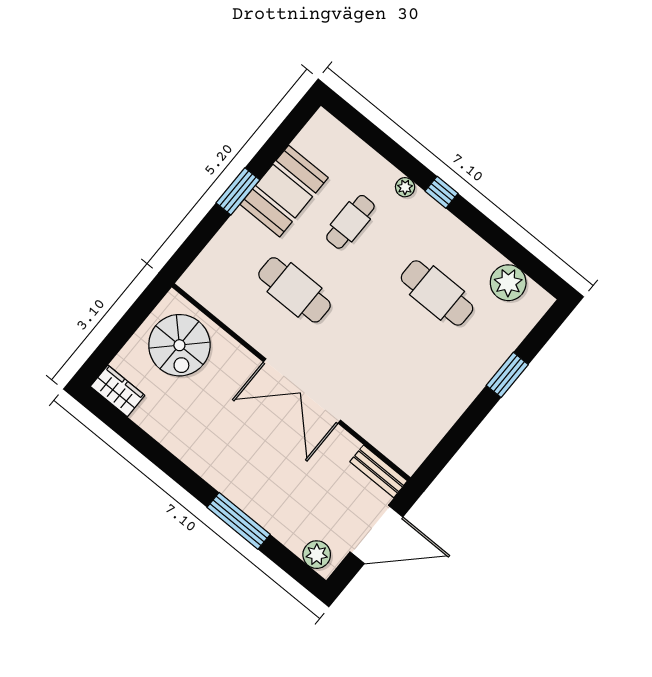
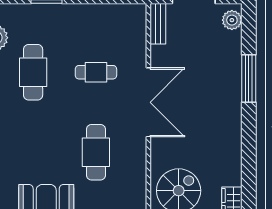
cafe table: (350, 222) -> (96, 72), moved

